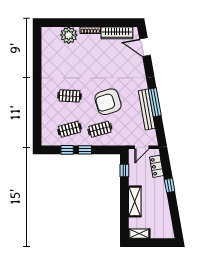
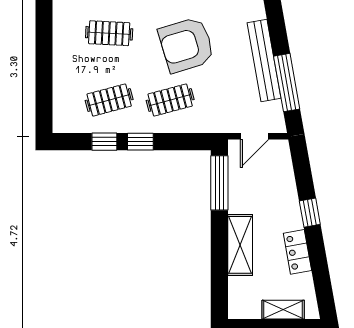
window: (155, 102) -> (287, 83), moved
locker: (157, 166) -> (297, 252), moved
window: (124, 171) -> (219, 183), width x2.17
shelving: (139, 234) -> (283, 310), moved

